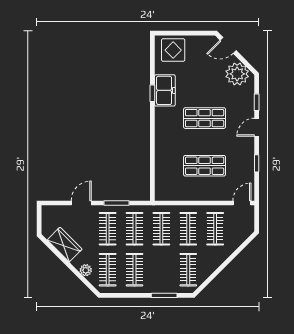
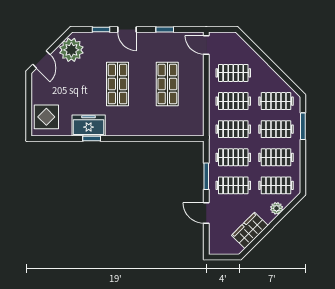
clothes rail: (161, 270) -> (276, 129), added

